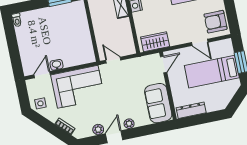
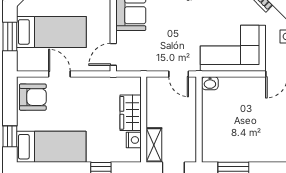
wardrobe: (155, 42) -> (131, 113), moved, turned 90
washbasin: (57, 65) -> (210, 83), moved

